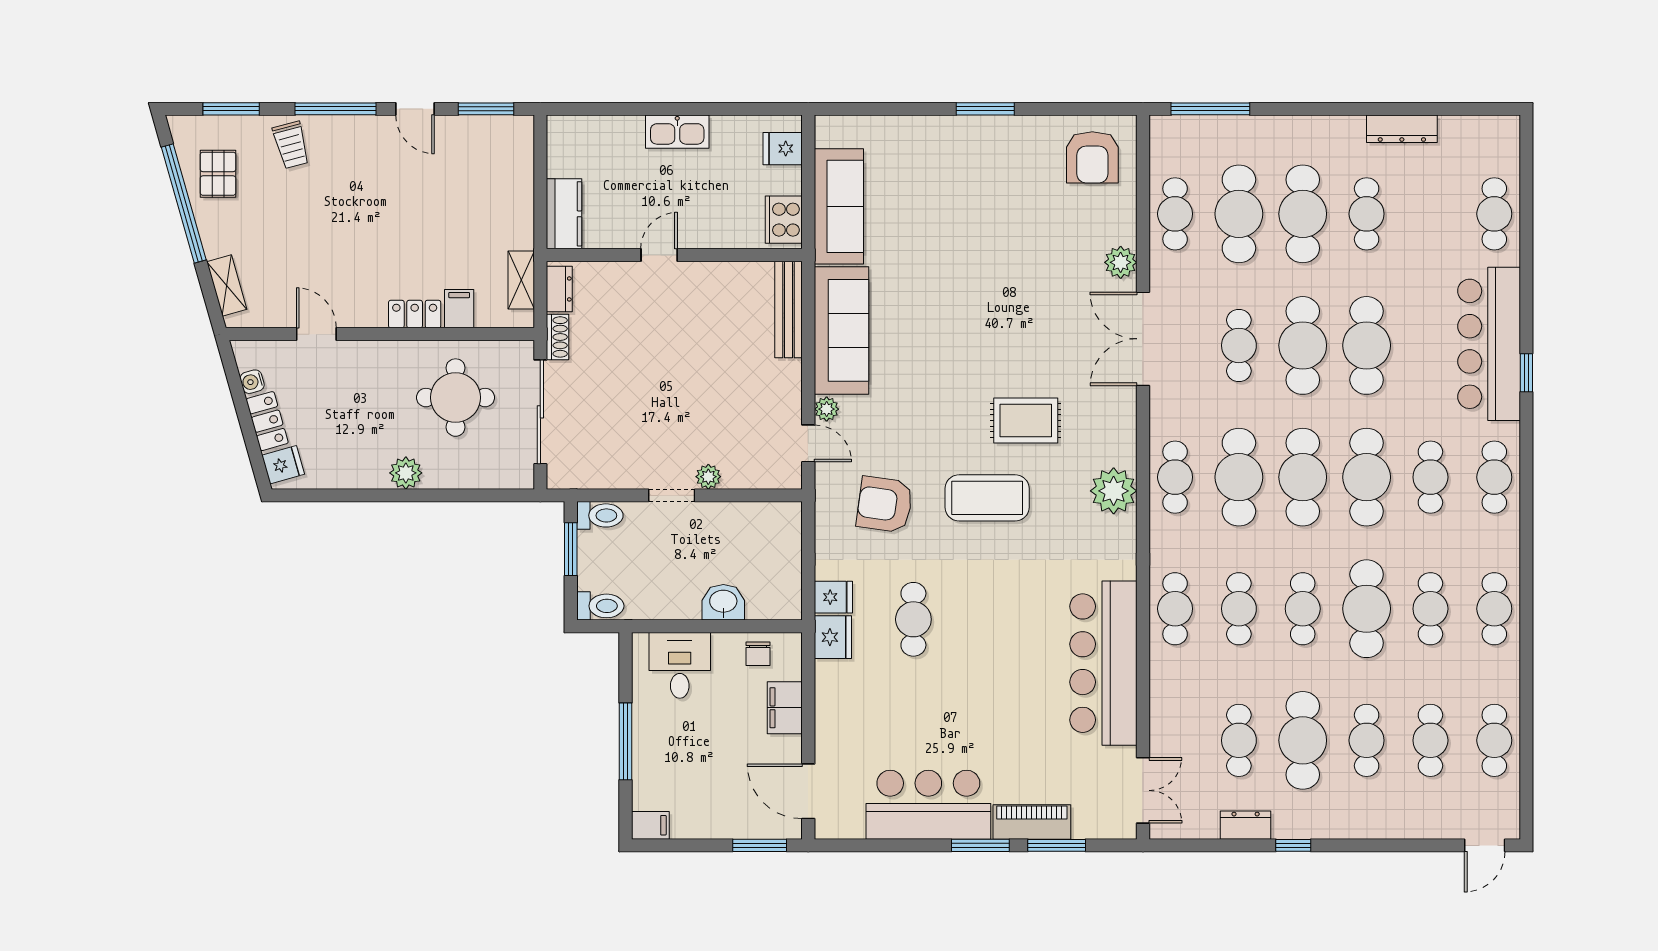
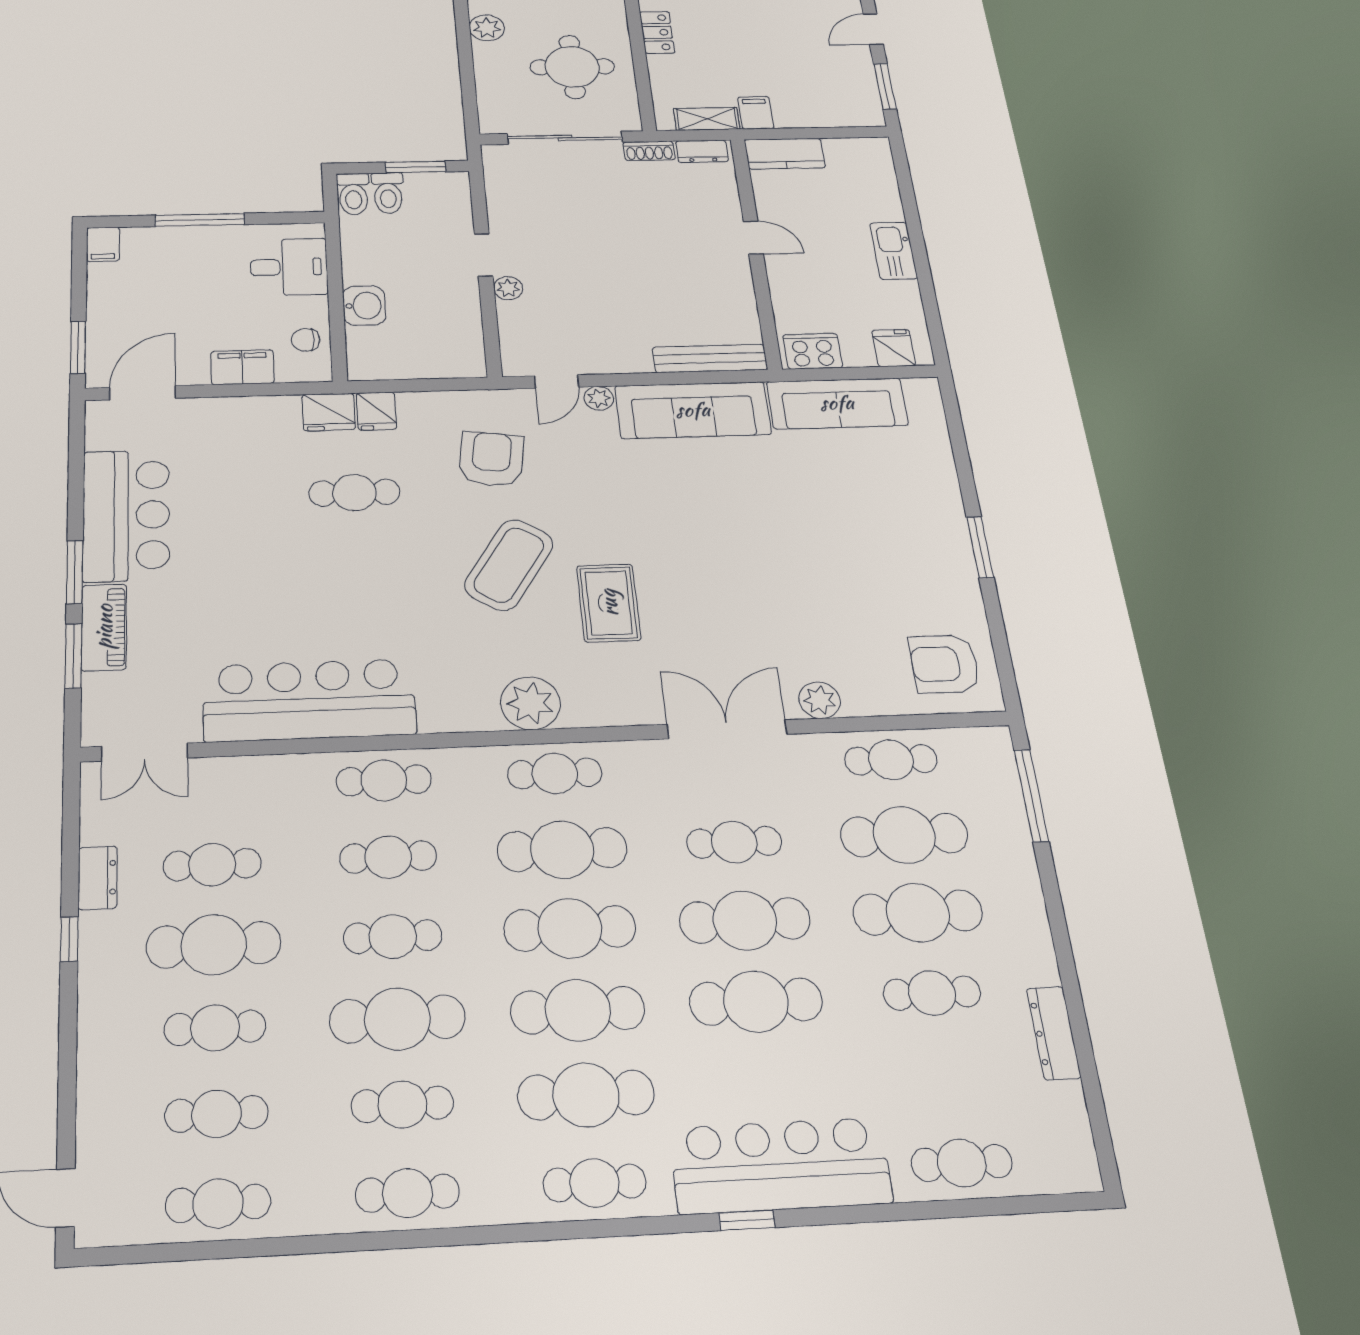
filing cabinet: (459, 309) -> (756, 113), moved, turned -90
cafe table: (1430, 477) -> (586, 1095), width x1.37, depth x1.35
coffee table: (987, 498) -> (509, 565), turned 33
toilet: (600, 515) -> (388, 193), moved

